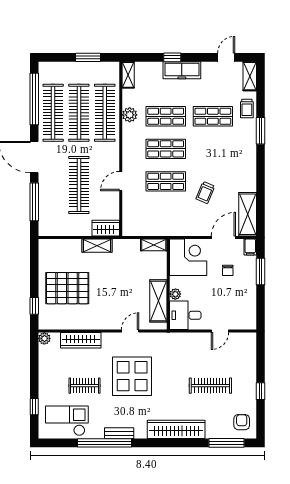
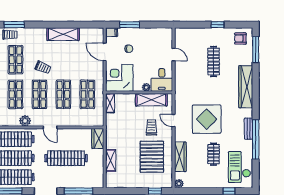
plant: (130, 115) -> (25, 121), moved
window: (261, 131) -> (14, 25), moved
door: (121, 181) -> (50, 127), moved
trolley: (205, 192) -> (43, 67), moved
shop shelf: (166, 214) -> (87, 94), added
shelving: (248, 214) -> (63, 34), moved
shelving: (97, 246) -> (111, 160), moved
pallet: (67, 288) -> (152, 157), moved
trolley: (121, 301) -> (151, 127), added

